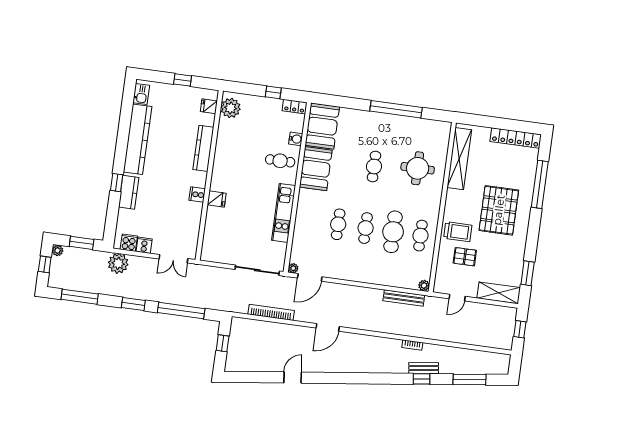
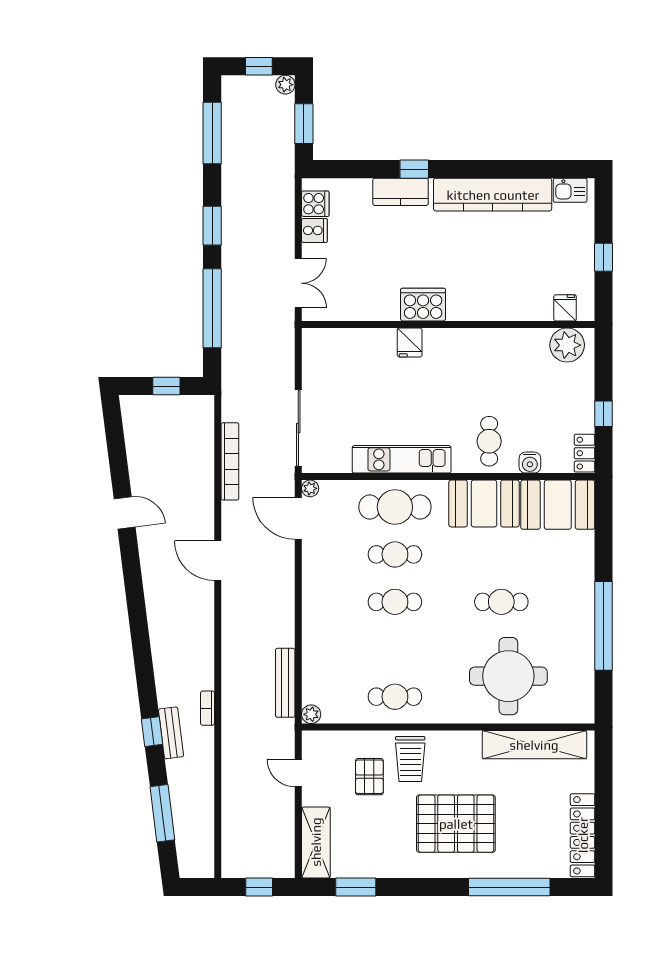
kitchen counter: (203, 148) -> (492, 308), removed
round table: (418, 168) -> (508, 676), width x1.36, depth x1.36
cooker: (197, 195) -> (423, 305), width x1.87, depth x1.31
cafe table: (393, 232) -> (395, 507), moved
double door: (173, 259) -> (298, 283), swing flipped
plant: (118, 263) -> (277, 190), removed

